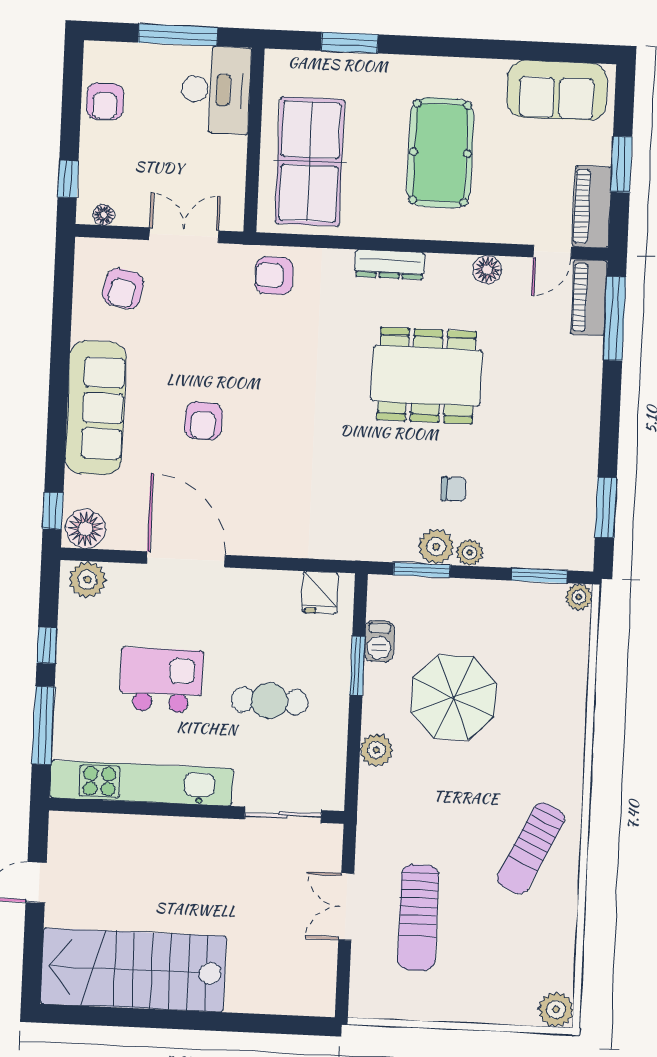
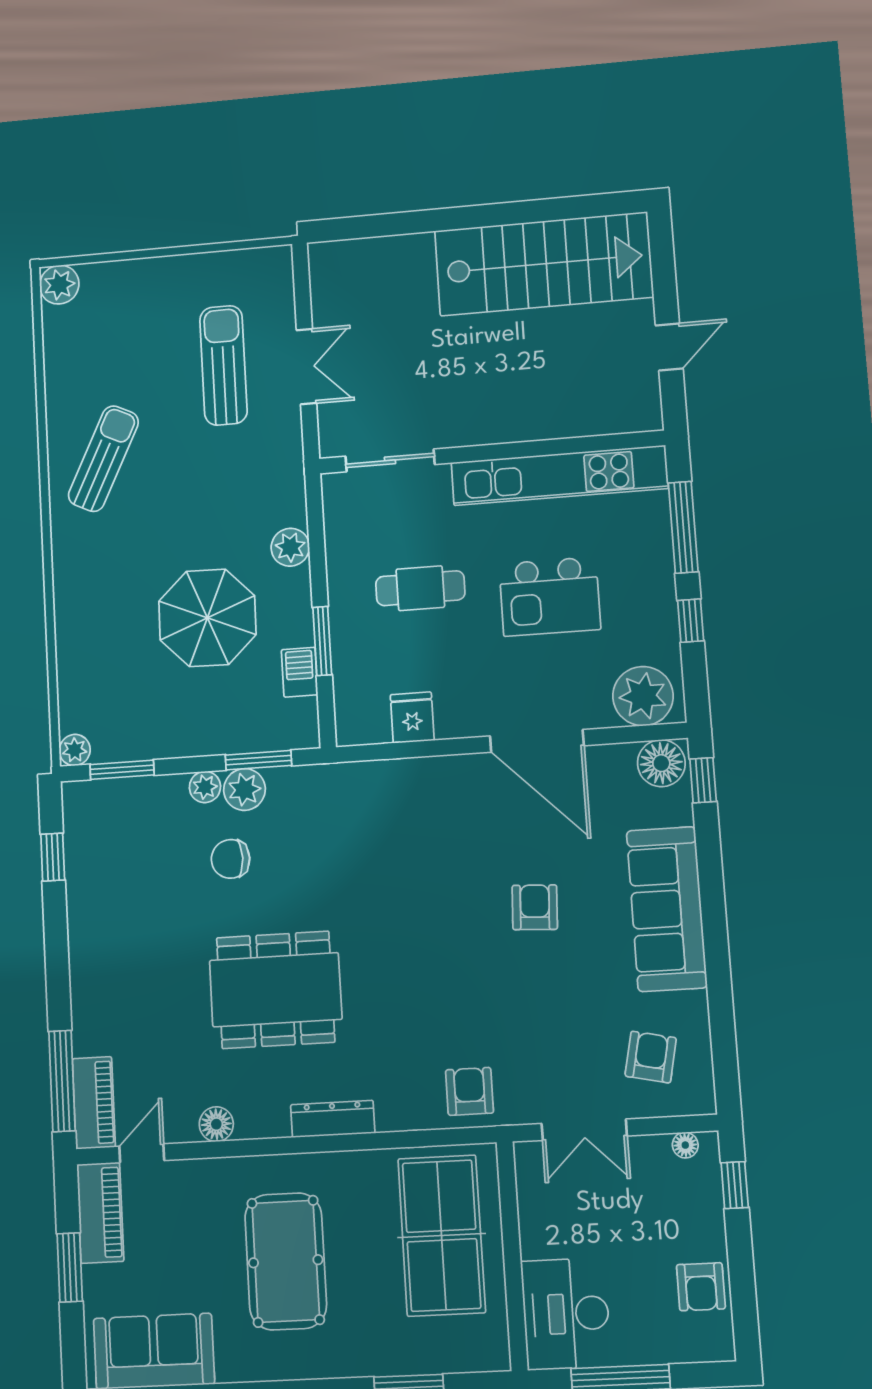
armchair: (105, 101) -> (701, 1287), turned 180
armchair: (274, 276) -> (470, 1091), turned -90
chair: (454, 489) -> (231, 859), width x1.37, depth x1.37
window: (606, 508) -> (53, 857), width x0.67
plant: (87, 580) -> (643, 696), width x1.36, depth x1.36
fridge: (320, 593) -> (412, 718), moved

